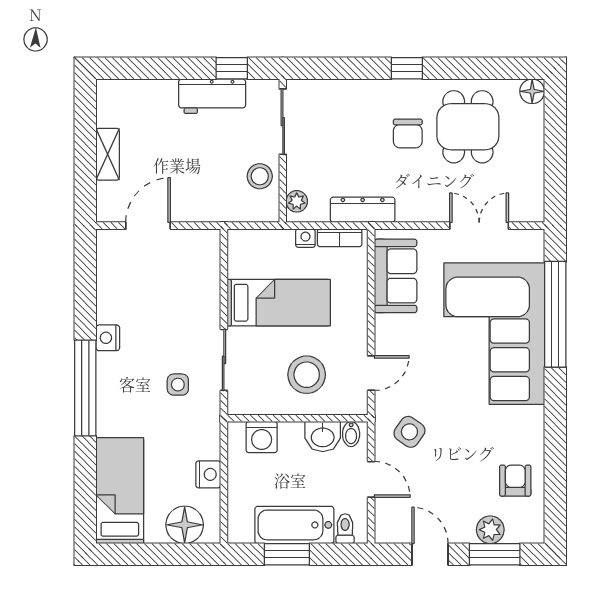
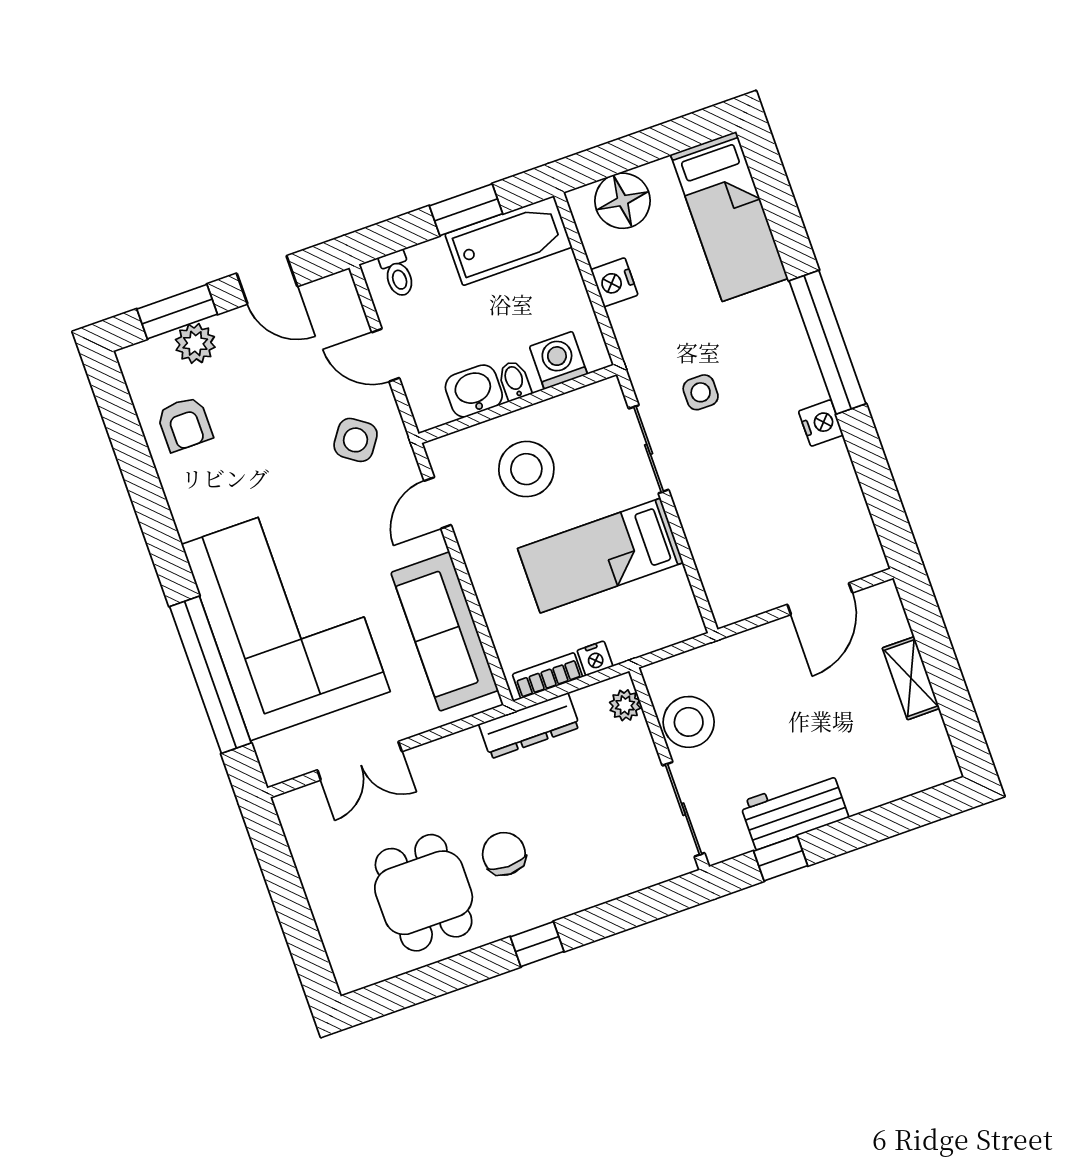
floor lamp: (532, 91) -> (352, 973), removed
stool: (260, 176) -> (689, 722), width x1.38, depth x1.38
sofa: (396, 276) -> (445, 631), width x1.36
bidet: (351, 434) -> (515, 380), moved
bathtub: (294, 525) -> (509, 241), moved

